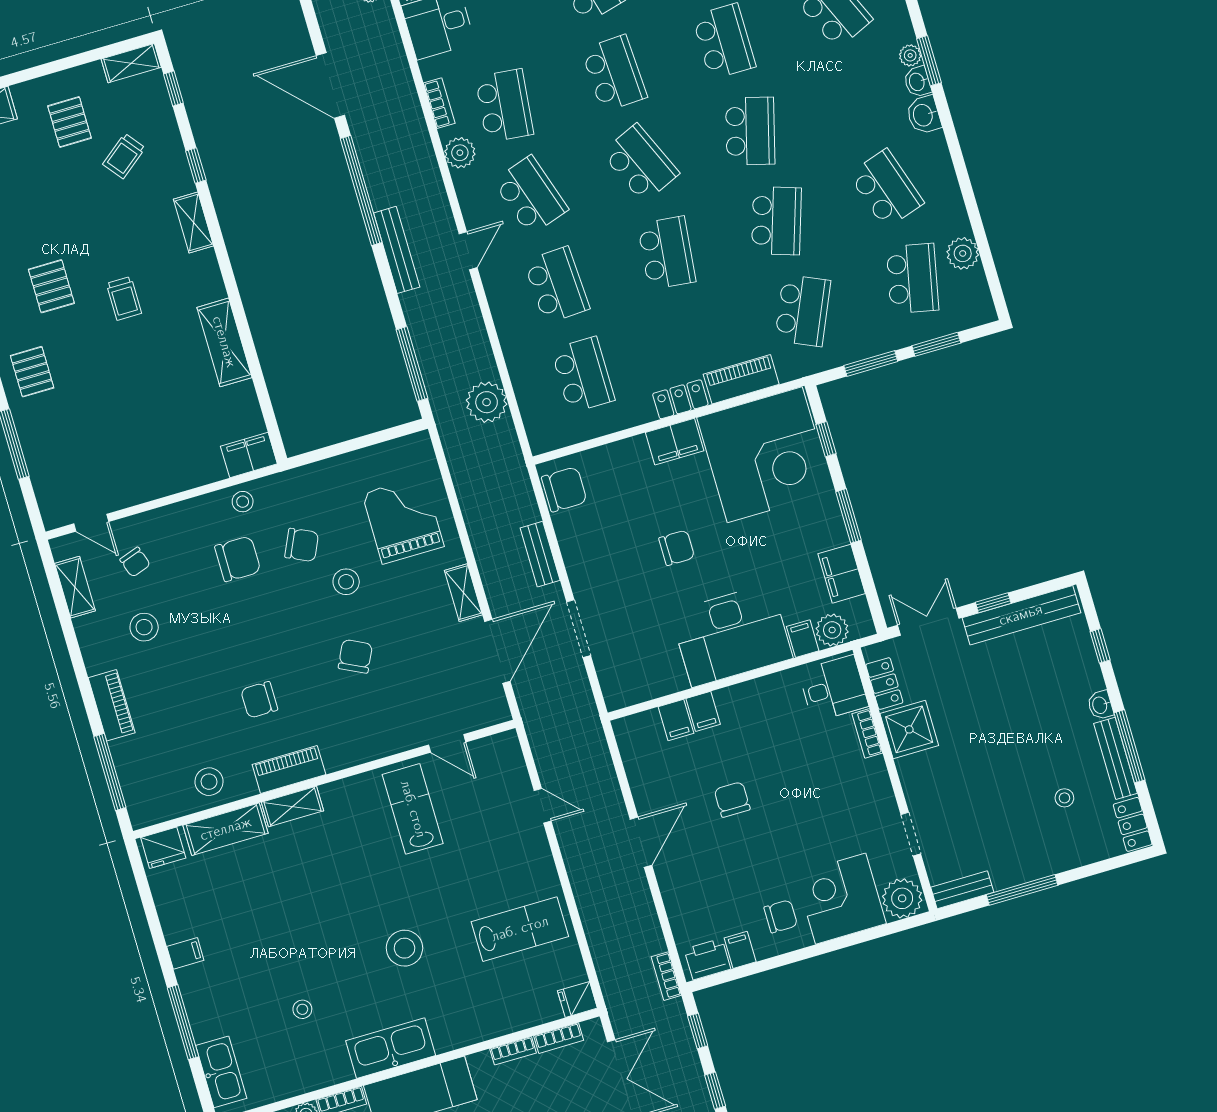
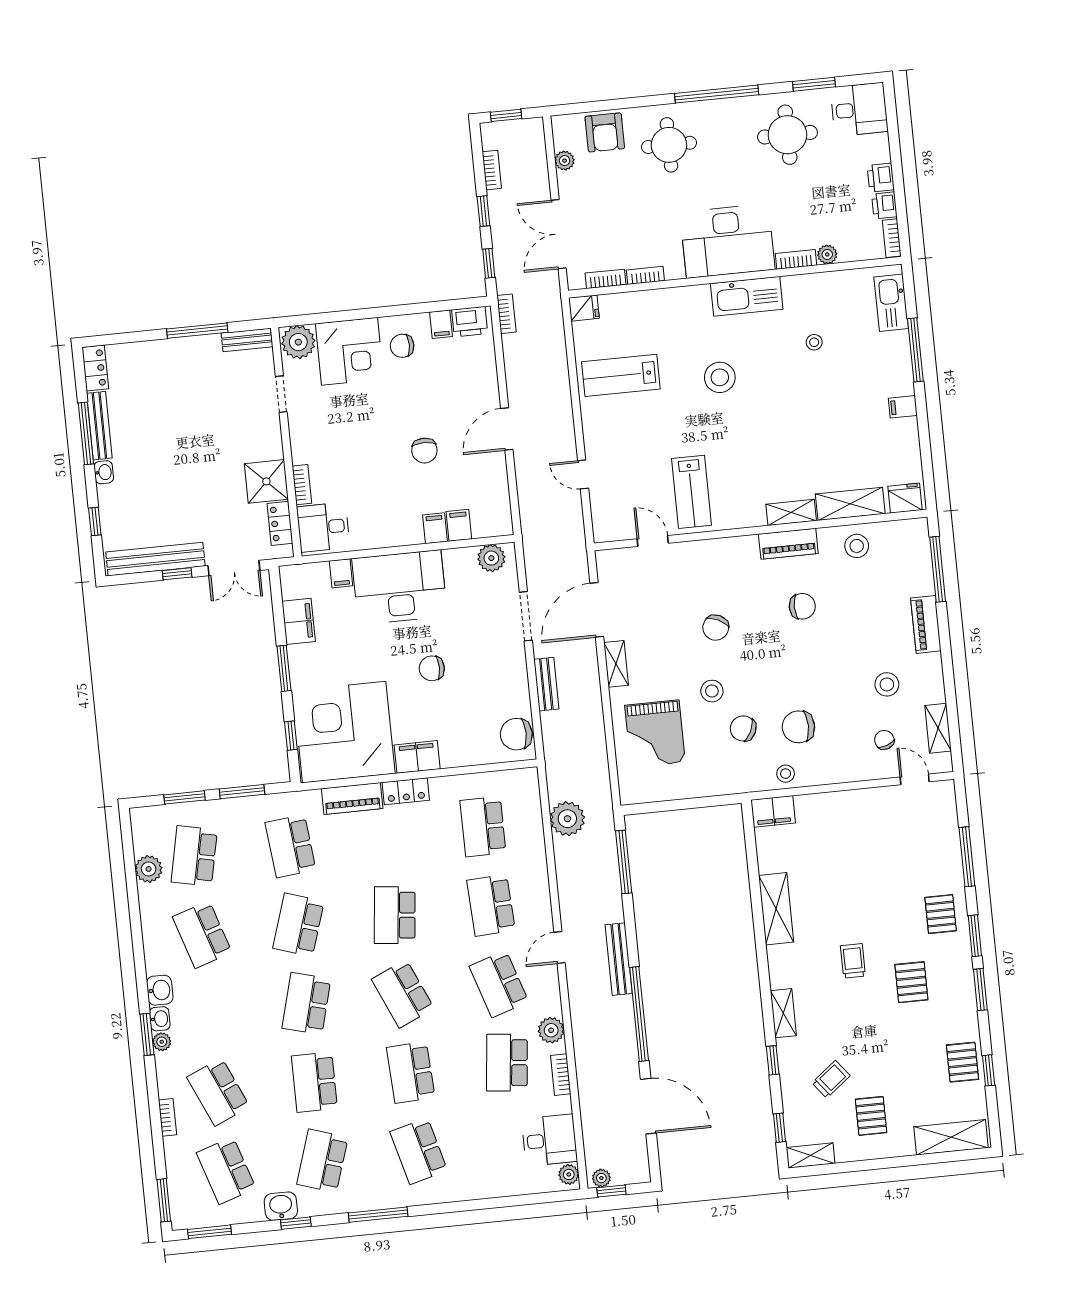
school desk: (803, 311) -> (290, 846), turned -30
plant: (832, 630) -> (491, 558), moved
stool: (1064, 798) -> (148, 401), removed

